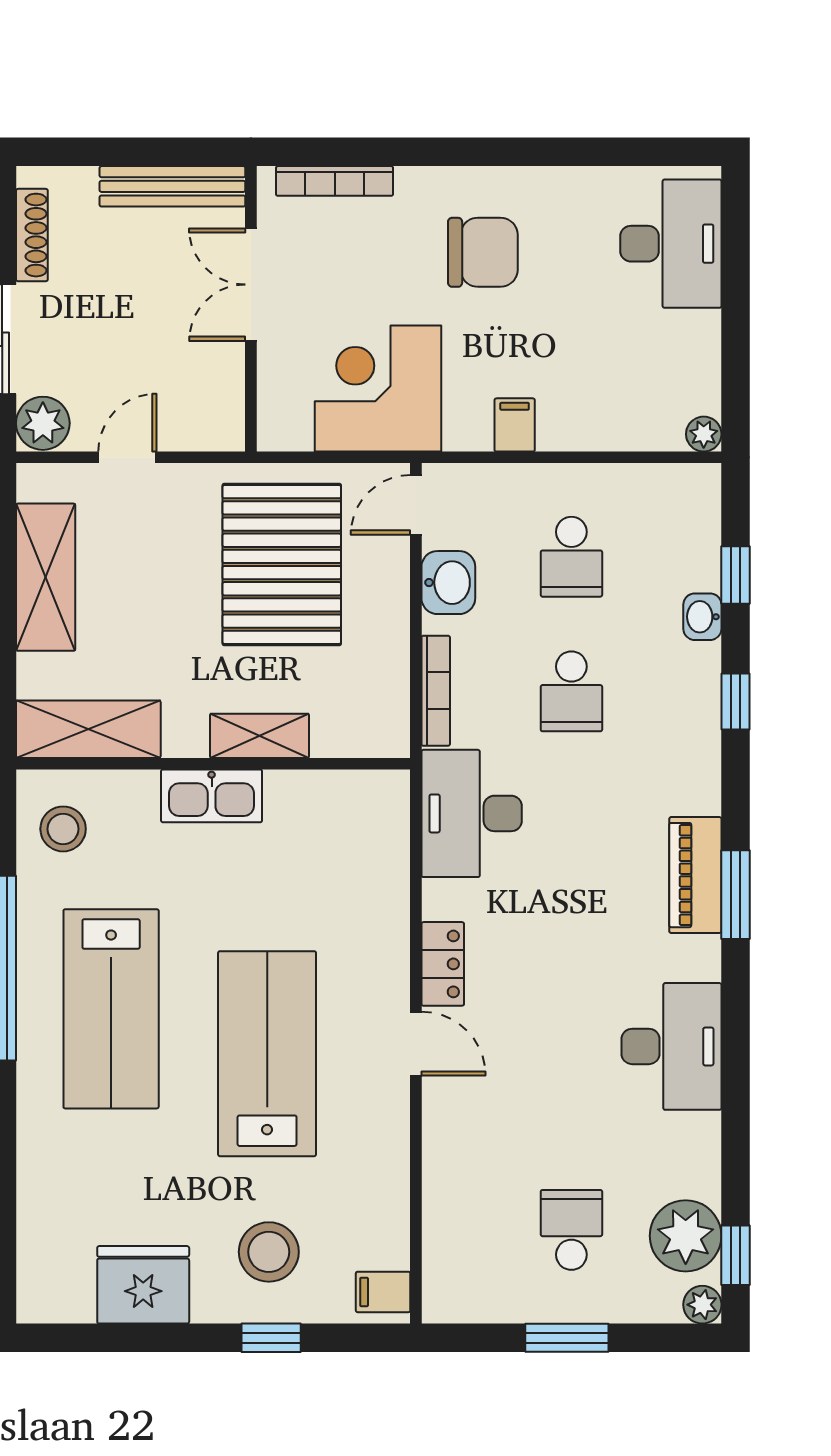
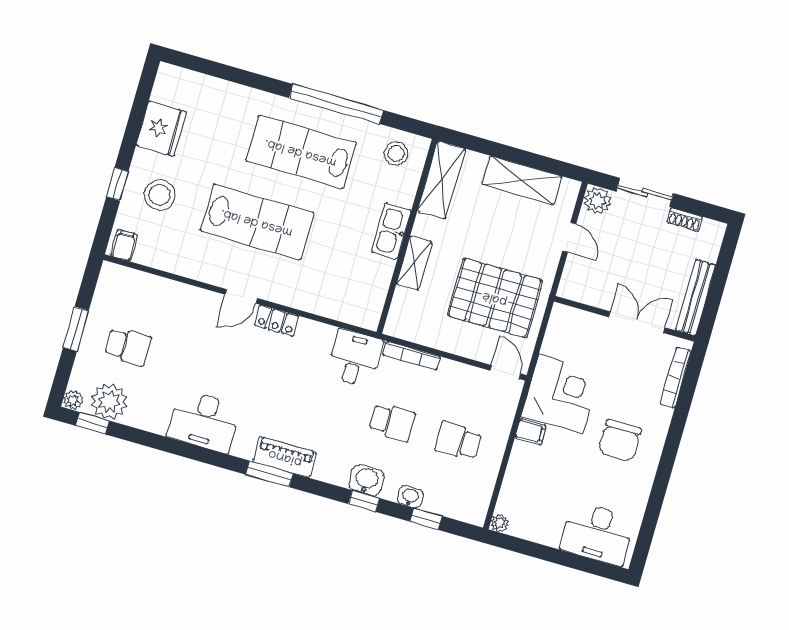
shoe rack: (32, 235) -> (685, 220), width x0.70
corner desk: (378, 388) -> (561, 394), moved
washbasin: (448, 583) -> (367, 480), moved, turned 180
school desk: (571, 691) -> (392, 422), turned 180
desk: (472, 813) -> (355, 358), width x0.73

